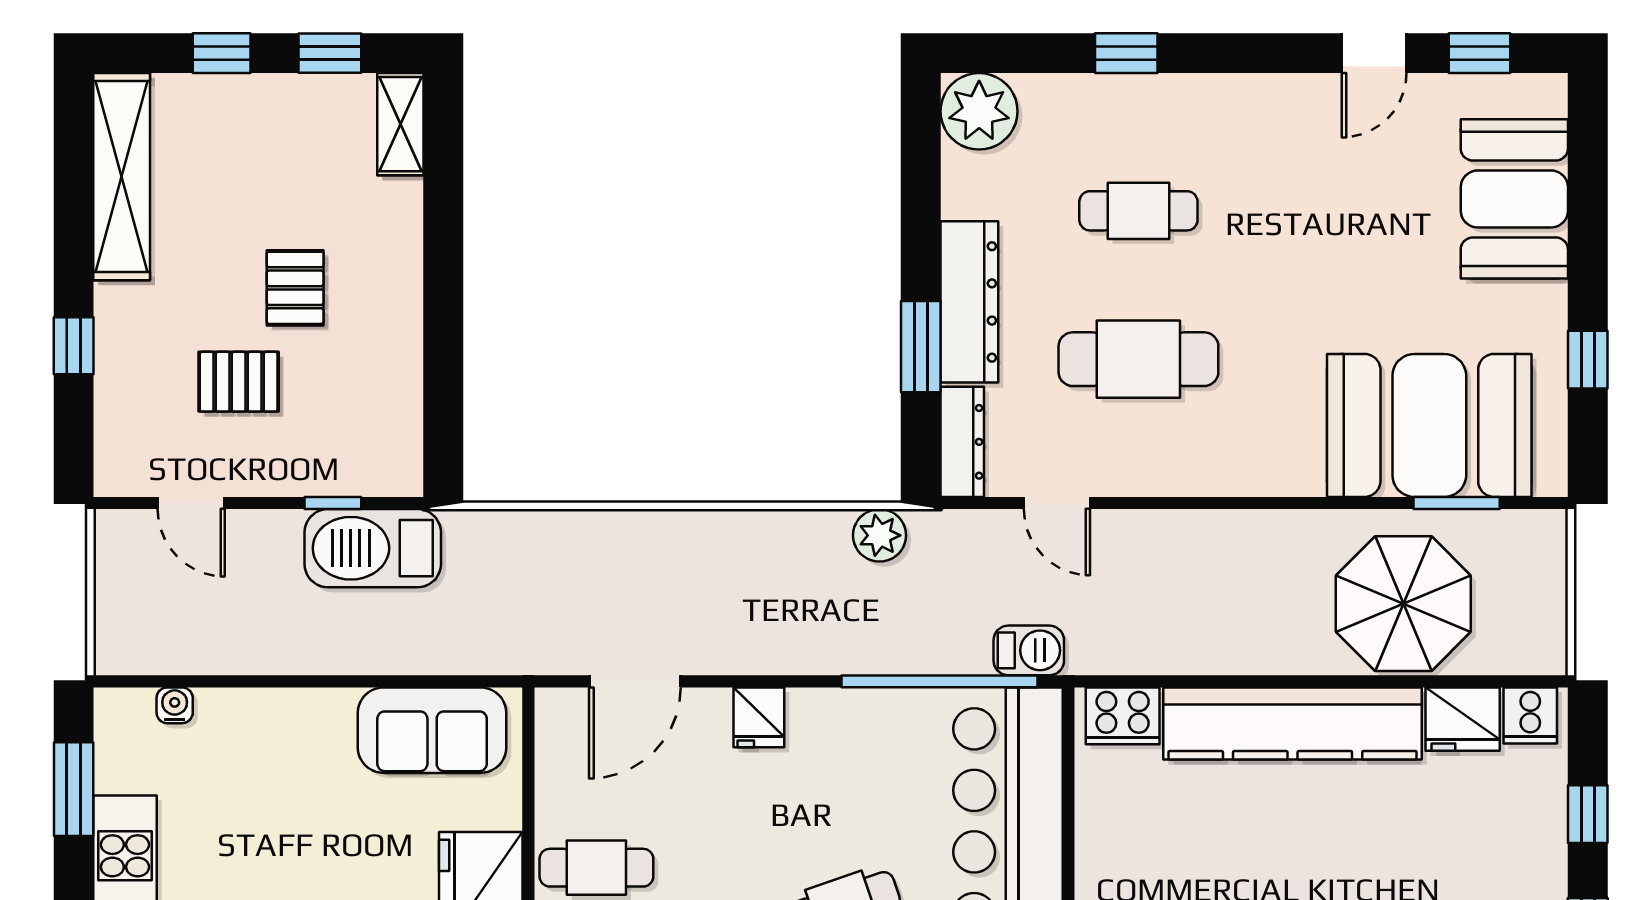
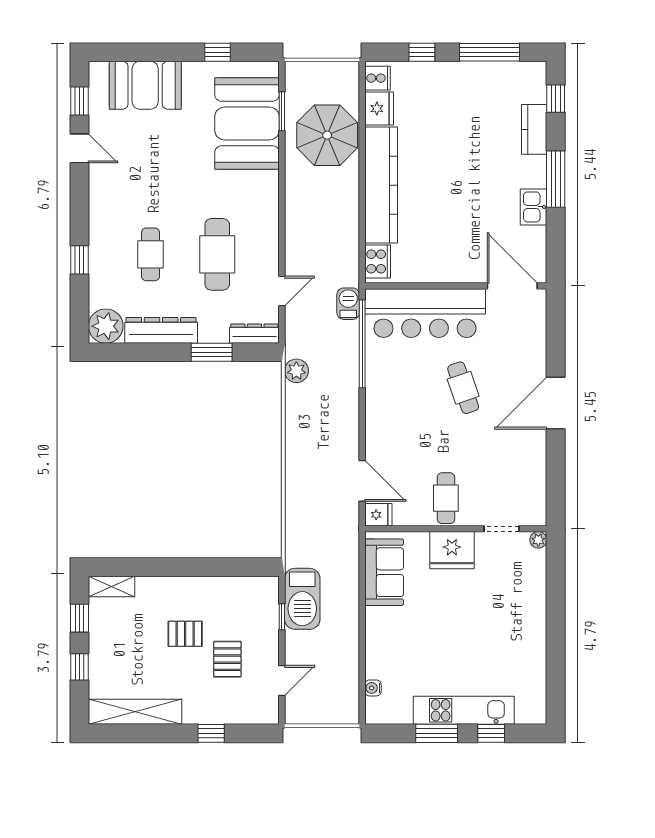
dresser: (969, 302) -> (161, 330), moved
fridge: (759, 717) -> (378, 515), moved
window: (74, 789) -> (437, 733), moved

